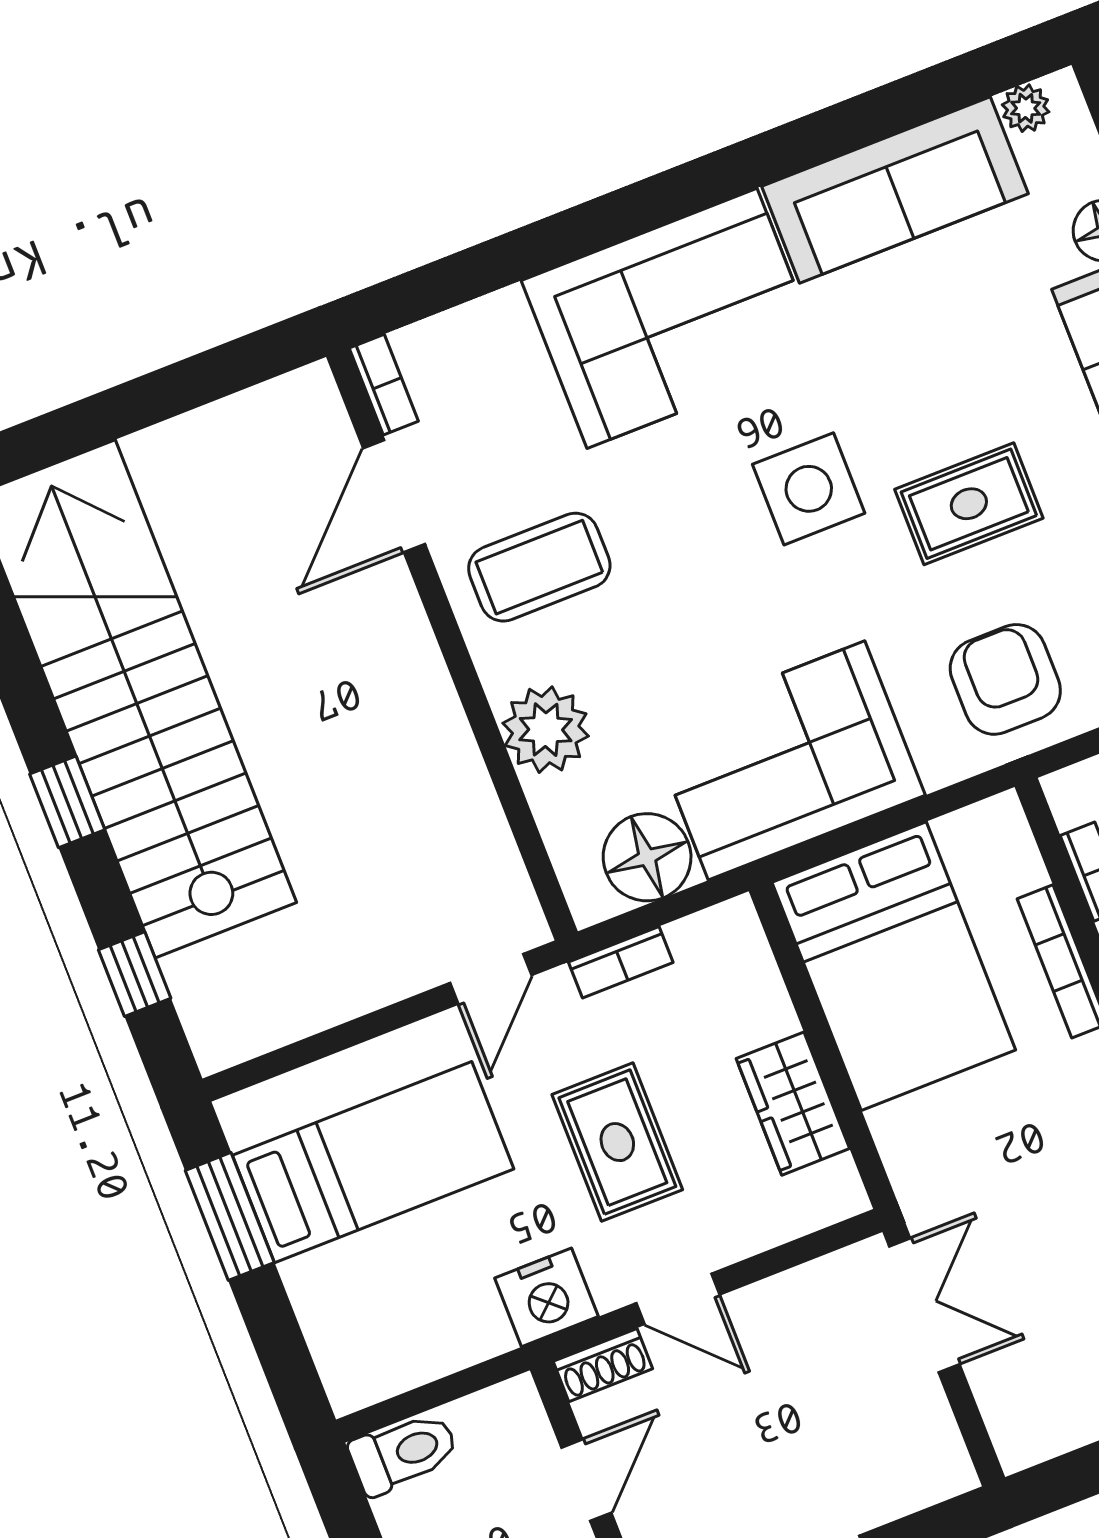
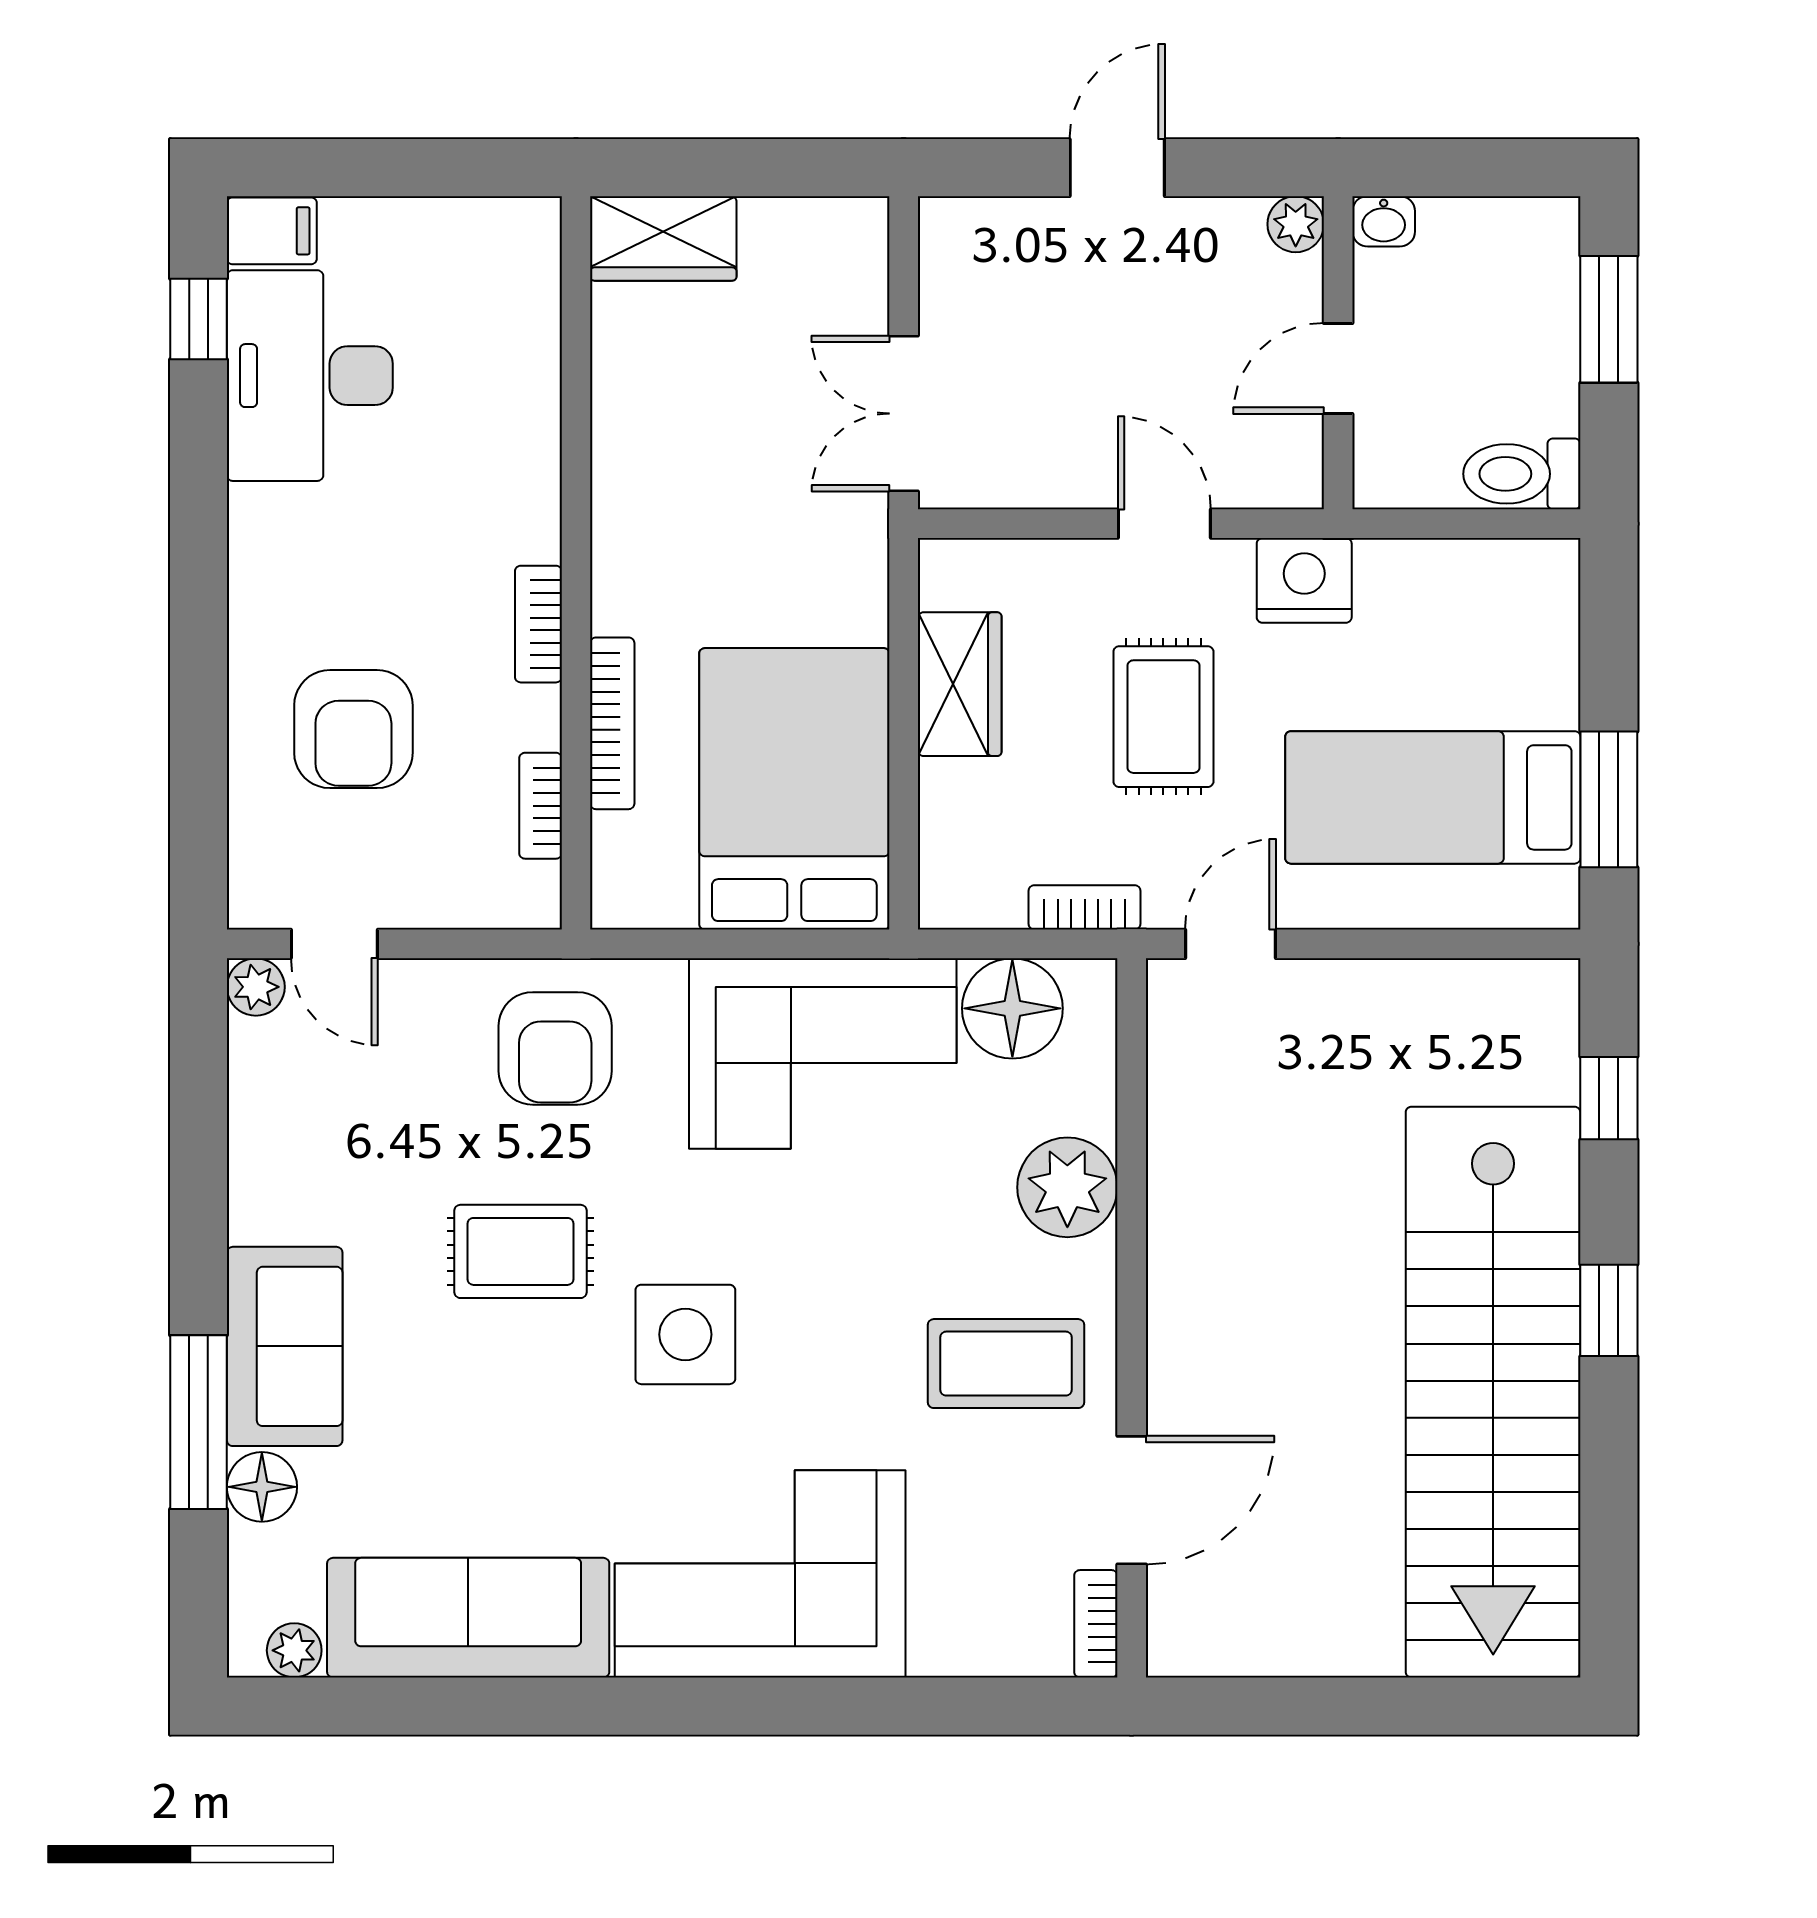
shoe rack: (603, 1365) -> (1272, 484), removed

